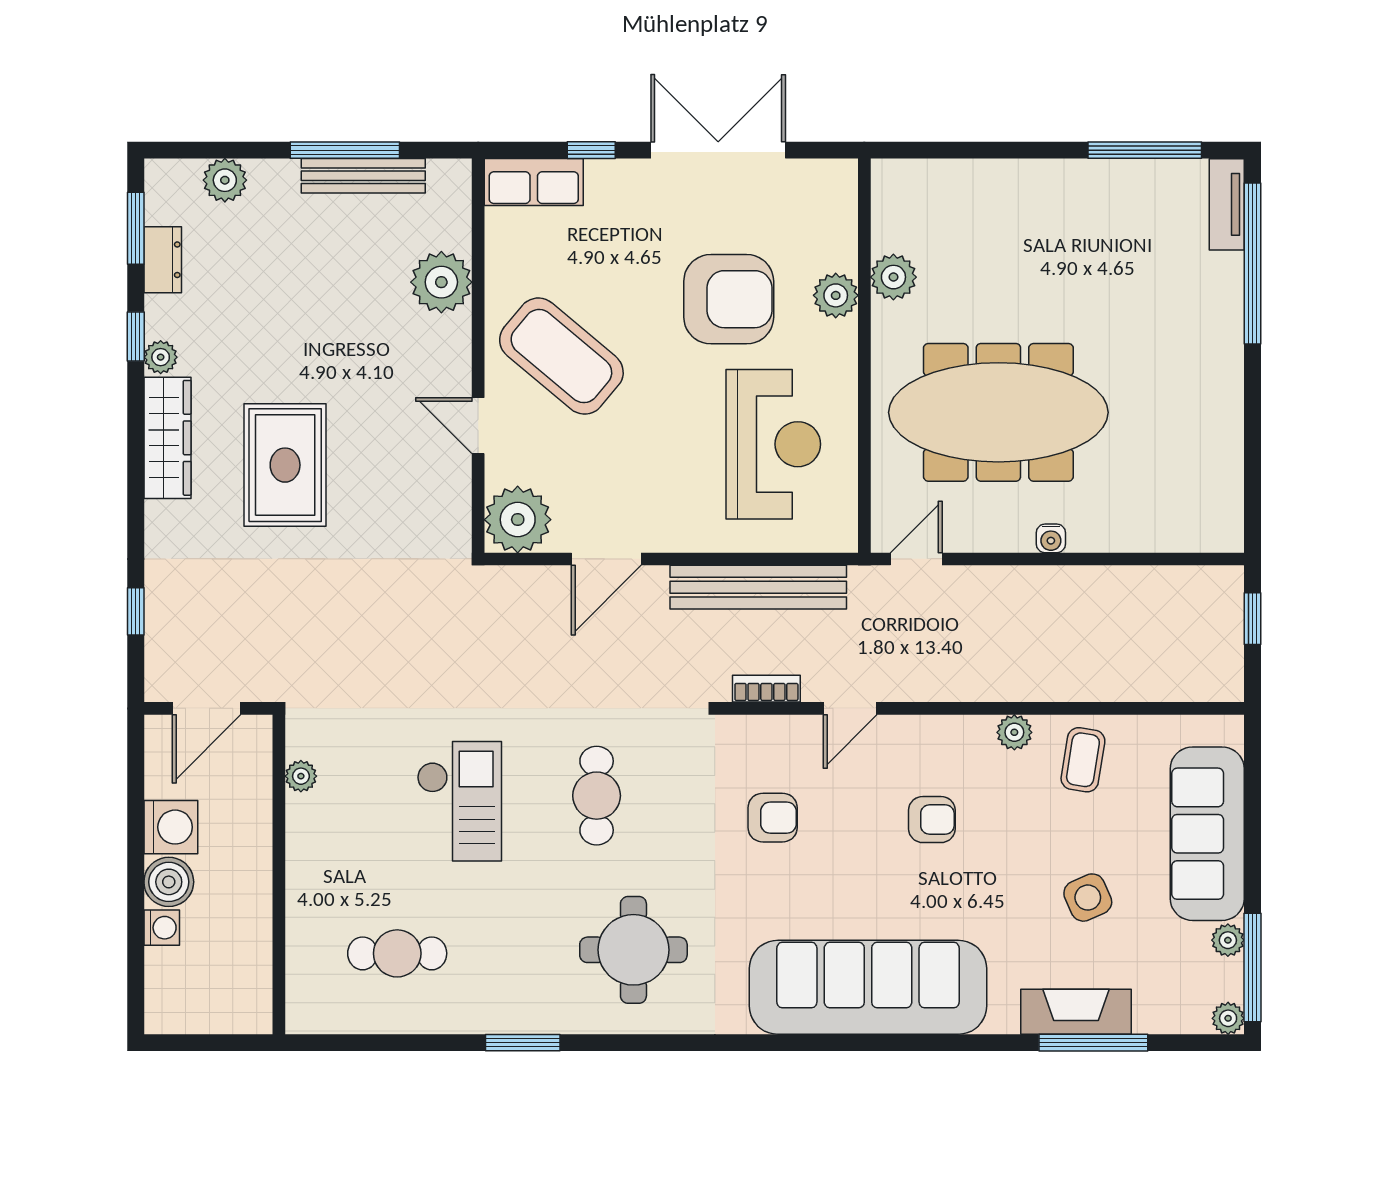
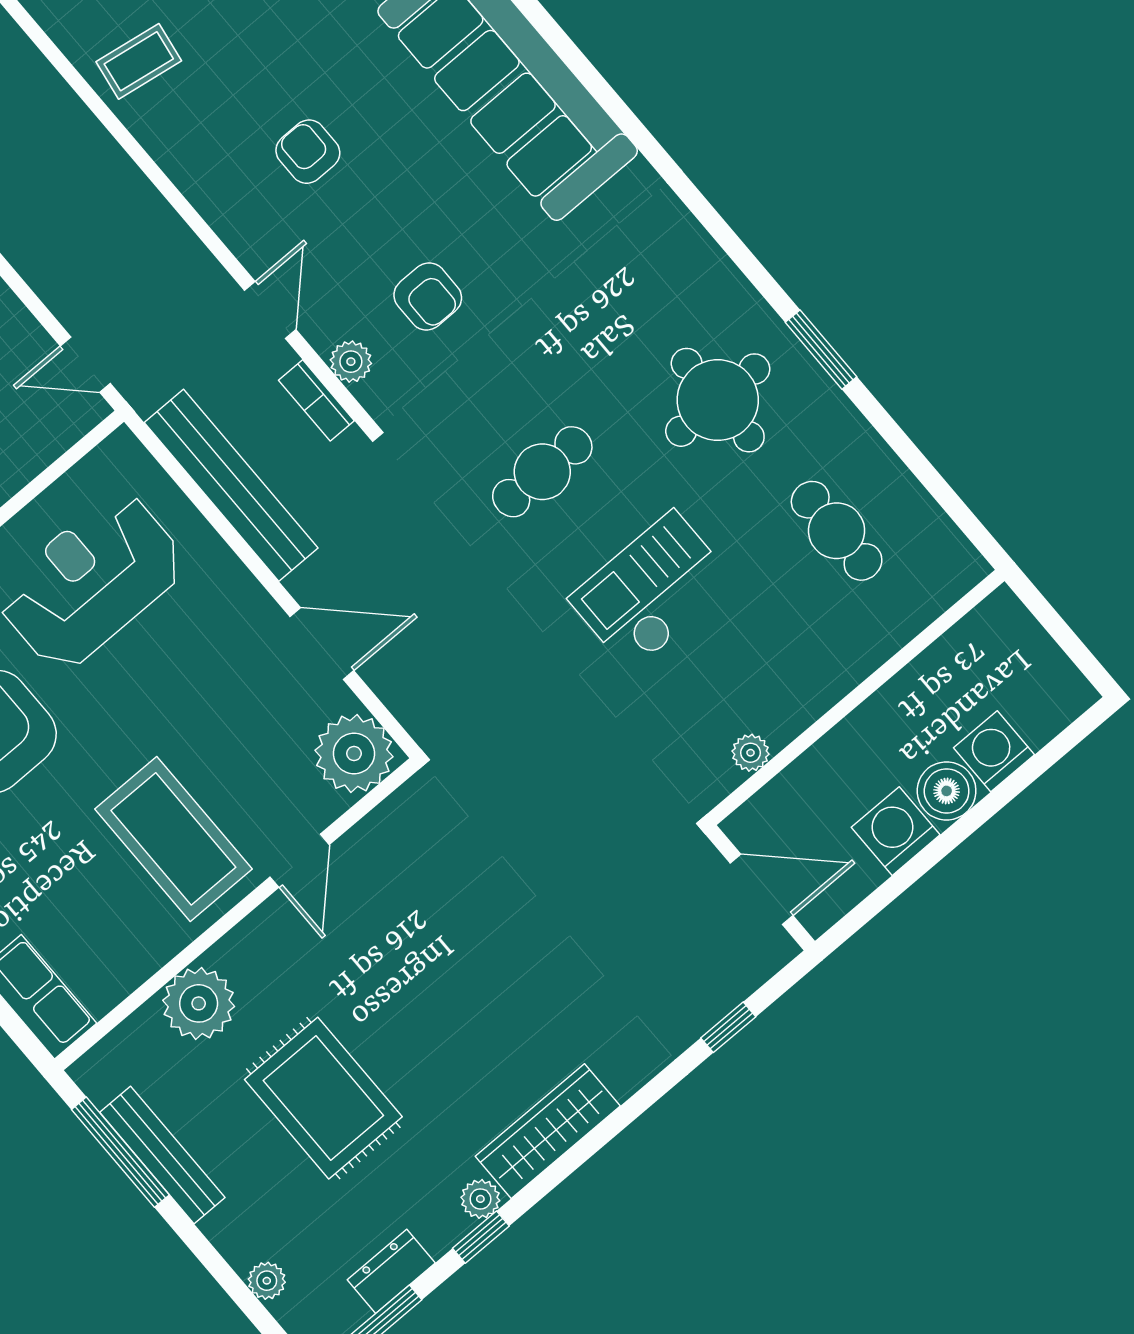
window: (345, 150) -> (120, 1152), moved
plant: (225, 180) -> (267, 1281), width x0.73, depth x0.73
coffee table: (561, 356) -> (173, 839), turned -40
rug: (285, 465) -> (323, 1098), moved, turned 90
door: (850, 708) -> (270, 310), hinge flipped
plant: (1014, 732) -> (351, 362), moved
armchair: (773, 818) -> (428, 296), turned 180
washing machine: (162, 928) -> (994, 751), width x1.38, depth x1.38
round table: (633, 950) -> (718, 400), moved

